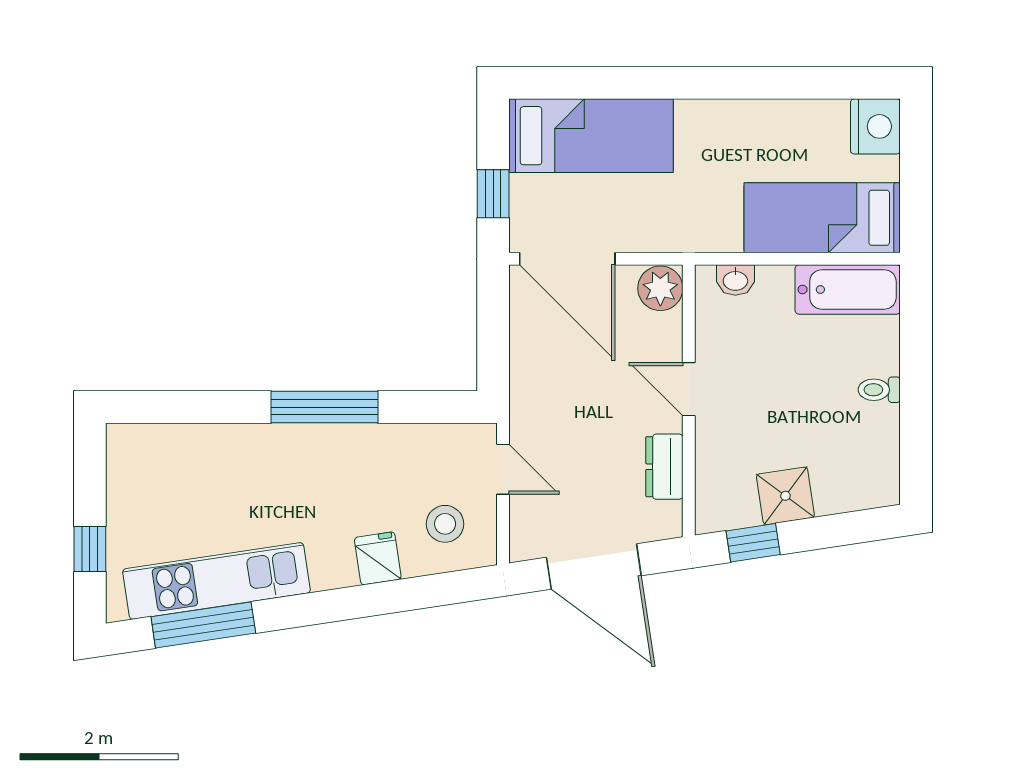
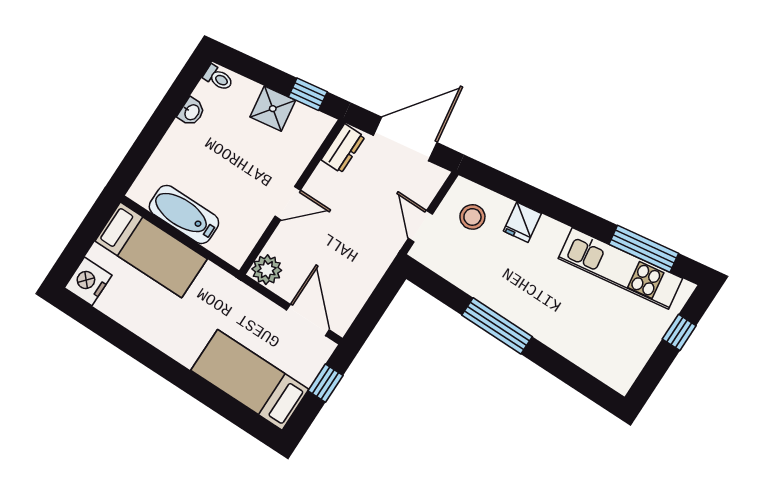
door: (567, 259) -> (308, 320), width x0.73
washbasin: (735, 280) -> (191, 112), moved, turned 90
bathtub: (848, 290) -> (184, 214), moved
door: (689, 389) -> (288, 203), hinge flipped
toilet: (879, 390) -> (218, 78), moved
dresser: (664, 467) -> (343, 148), moved
door: (594, 567) -> (405, 139), hinge flipped

